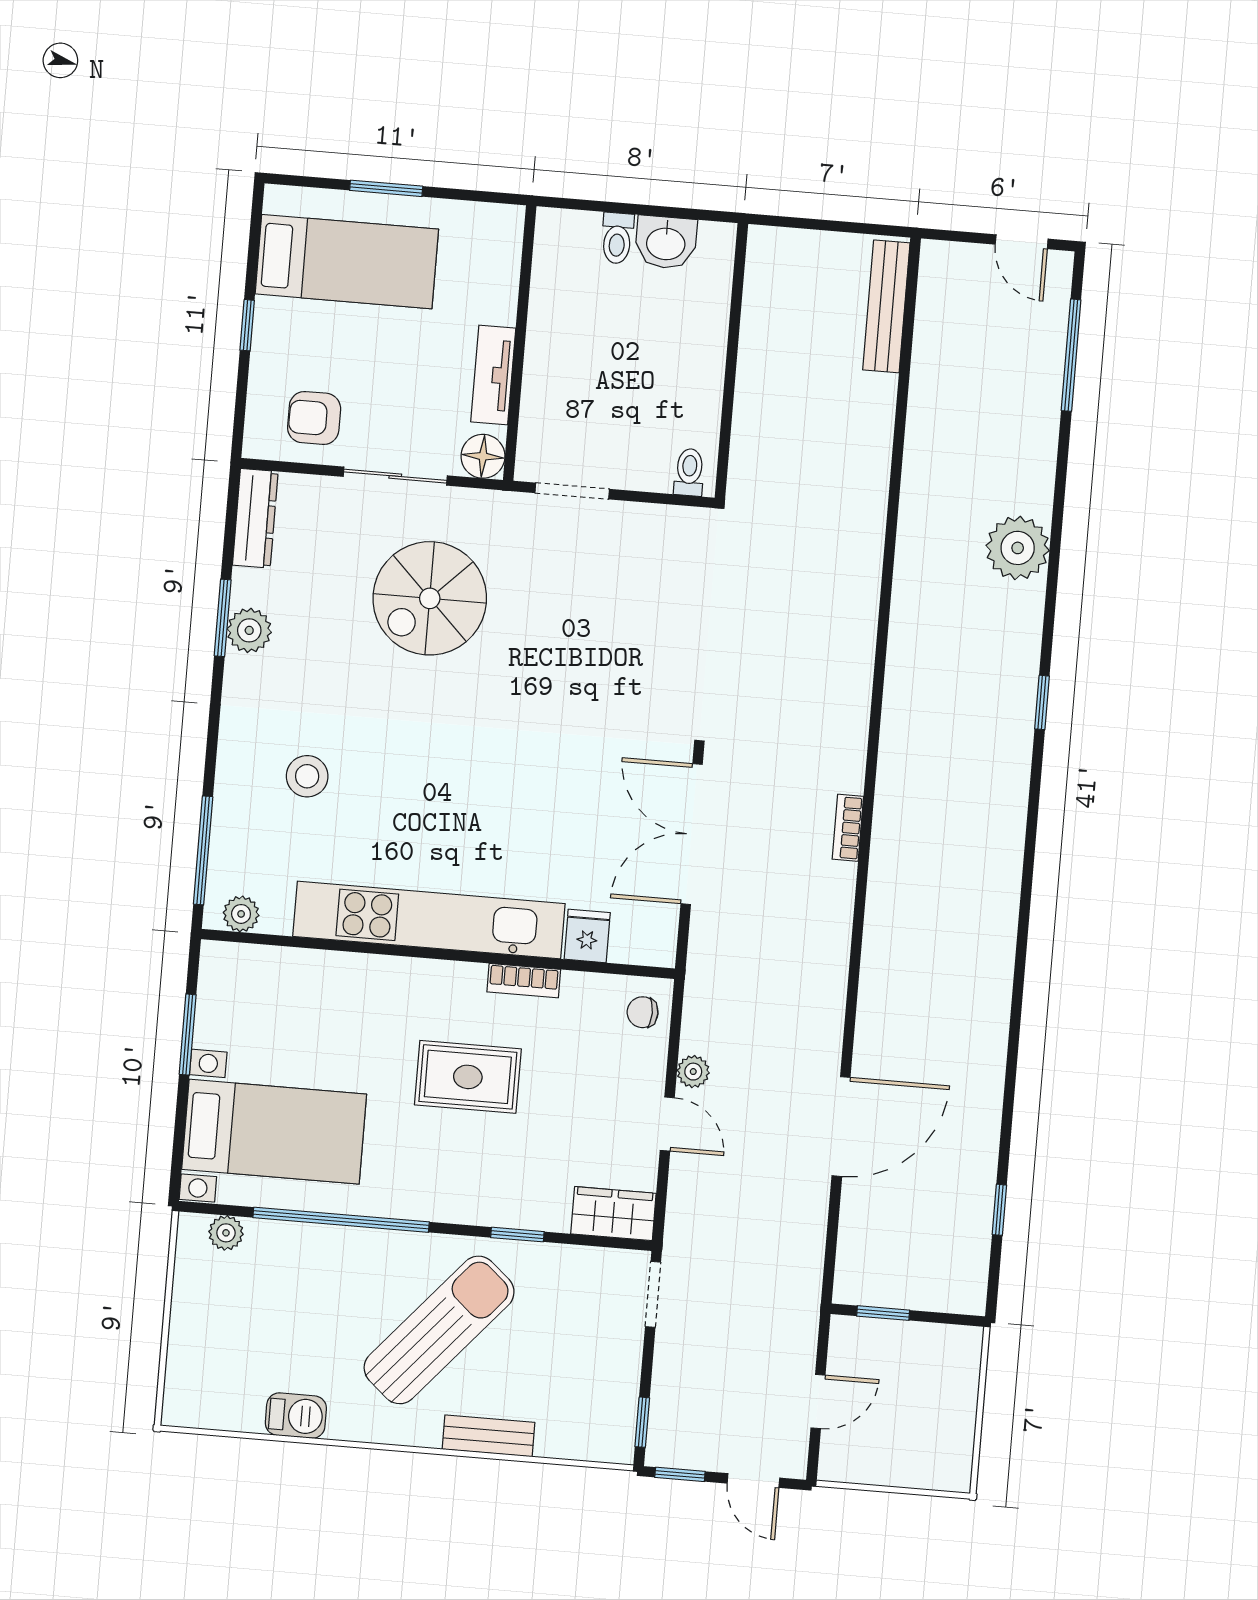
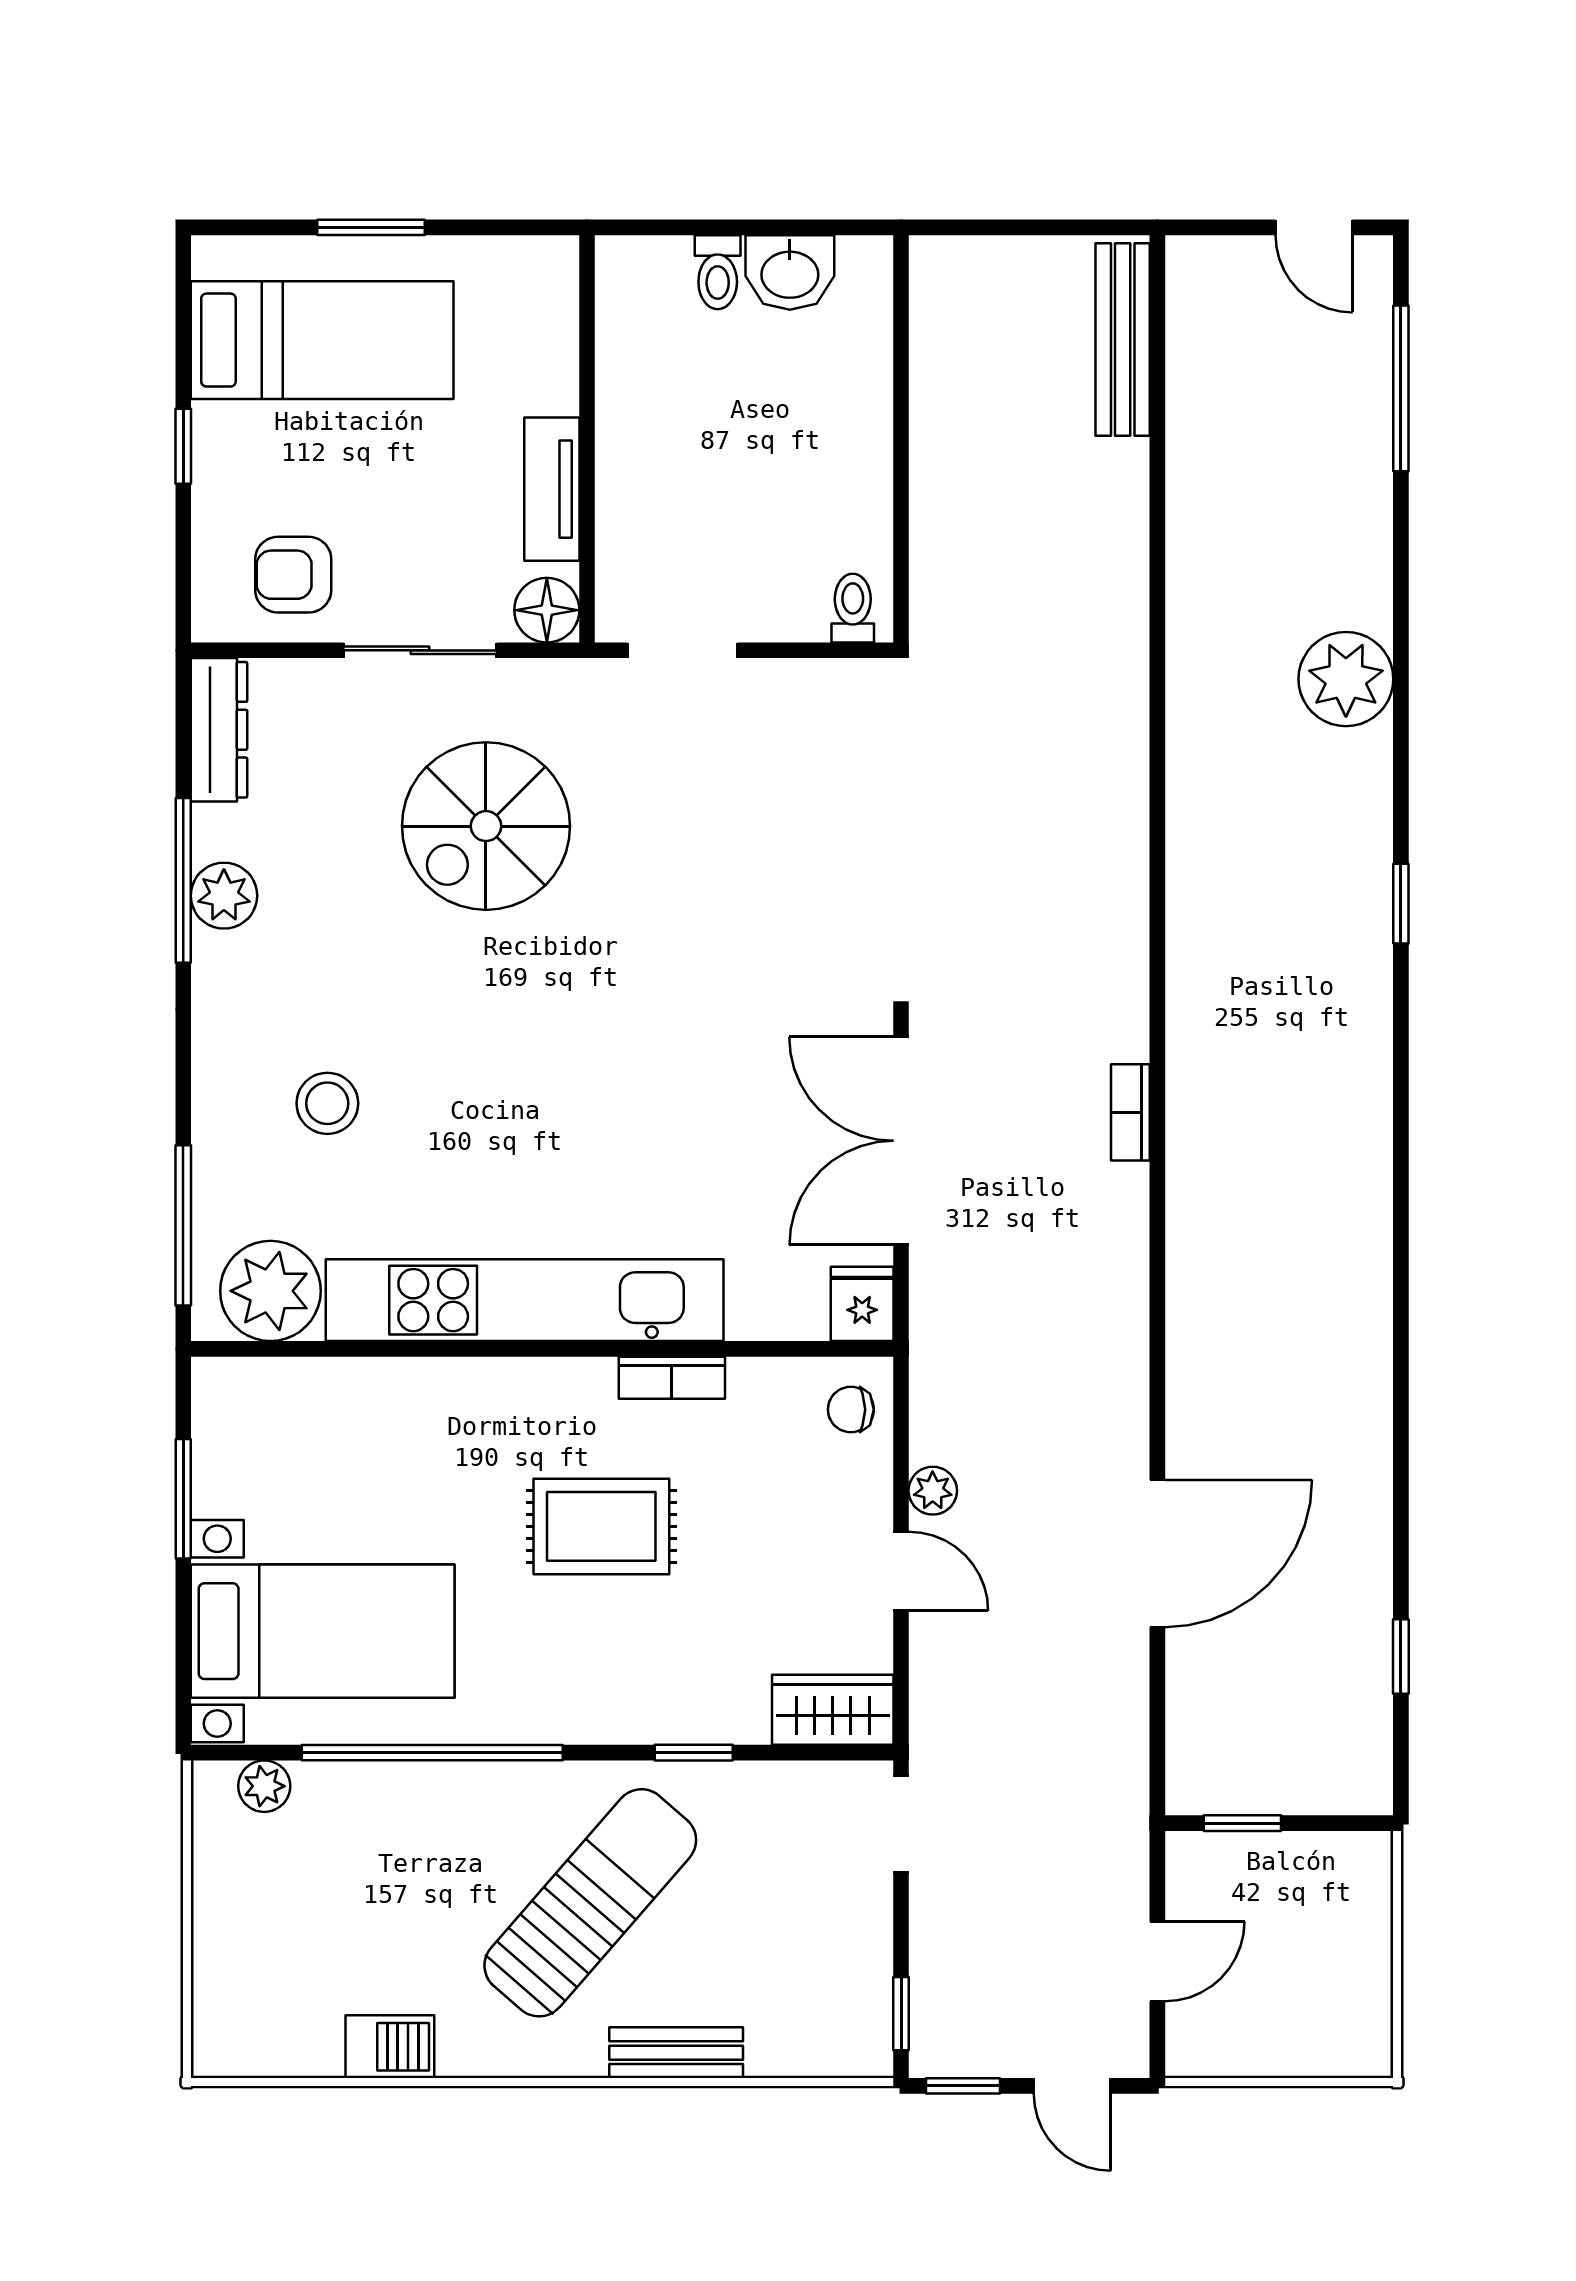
window: (223, 618) -> (183, 880), width x1.44
plant: (241, 914) -> (270, 1291), width x1.88, depth x1.88
fridge: (587, 936) -> (862, 1304), moved

